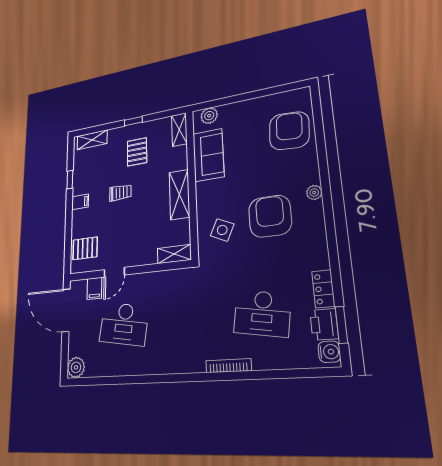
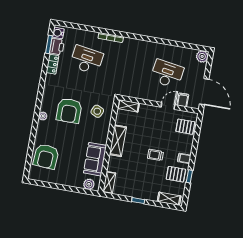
pallet: (137, 152) -> (176, 174), moved, turned 90

